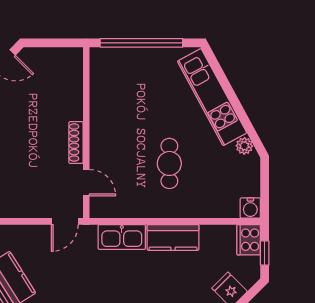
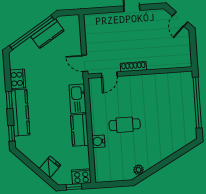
kitchen unit: (212, 97) -> (167, 148), removed
water cooler: (250, 208) -> (98, 141), moved

